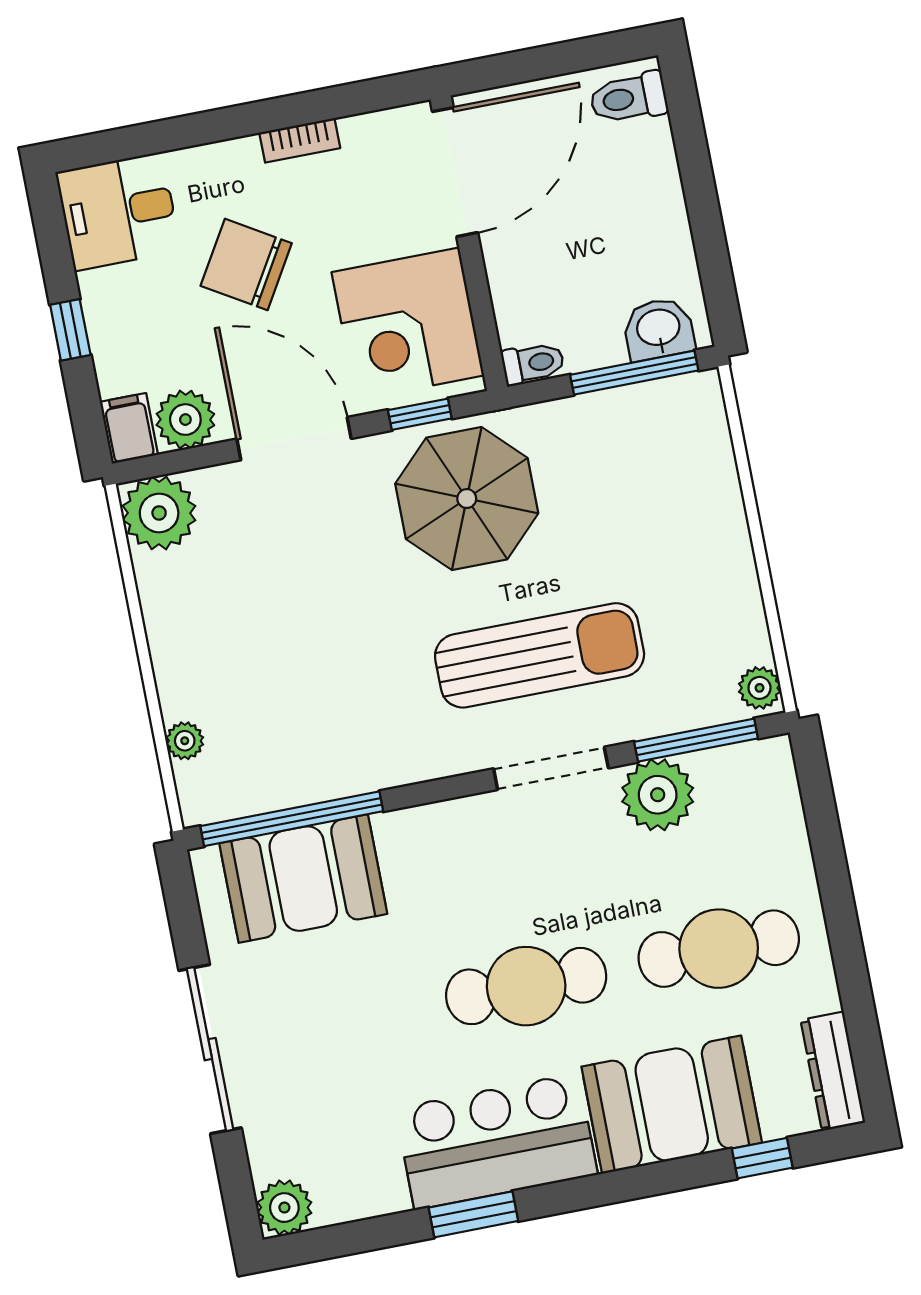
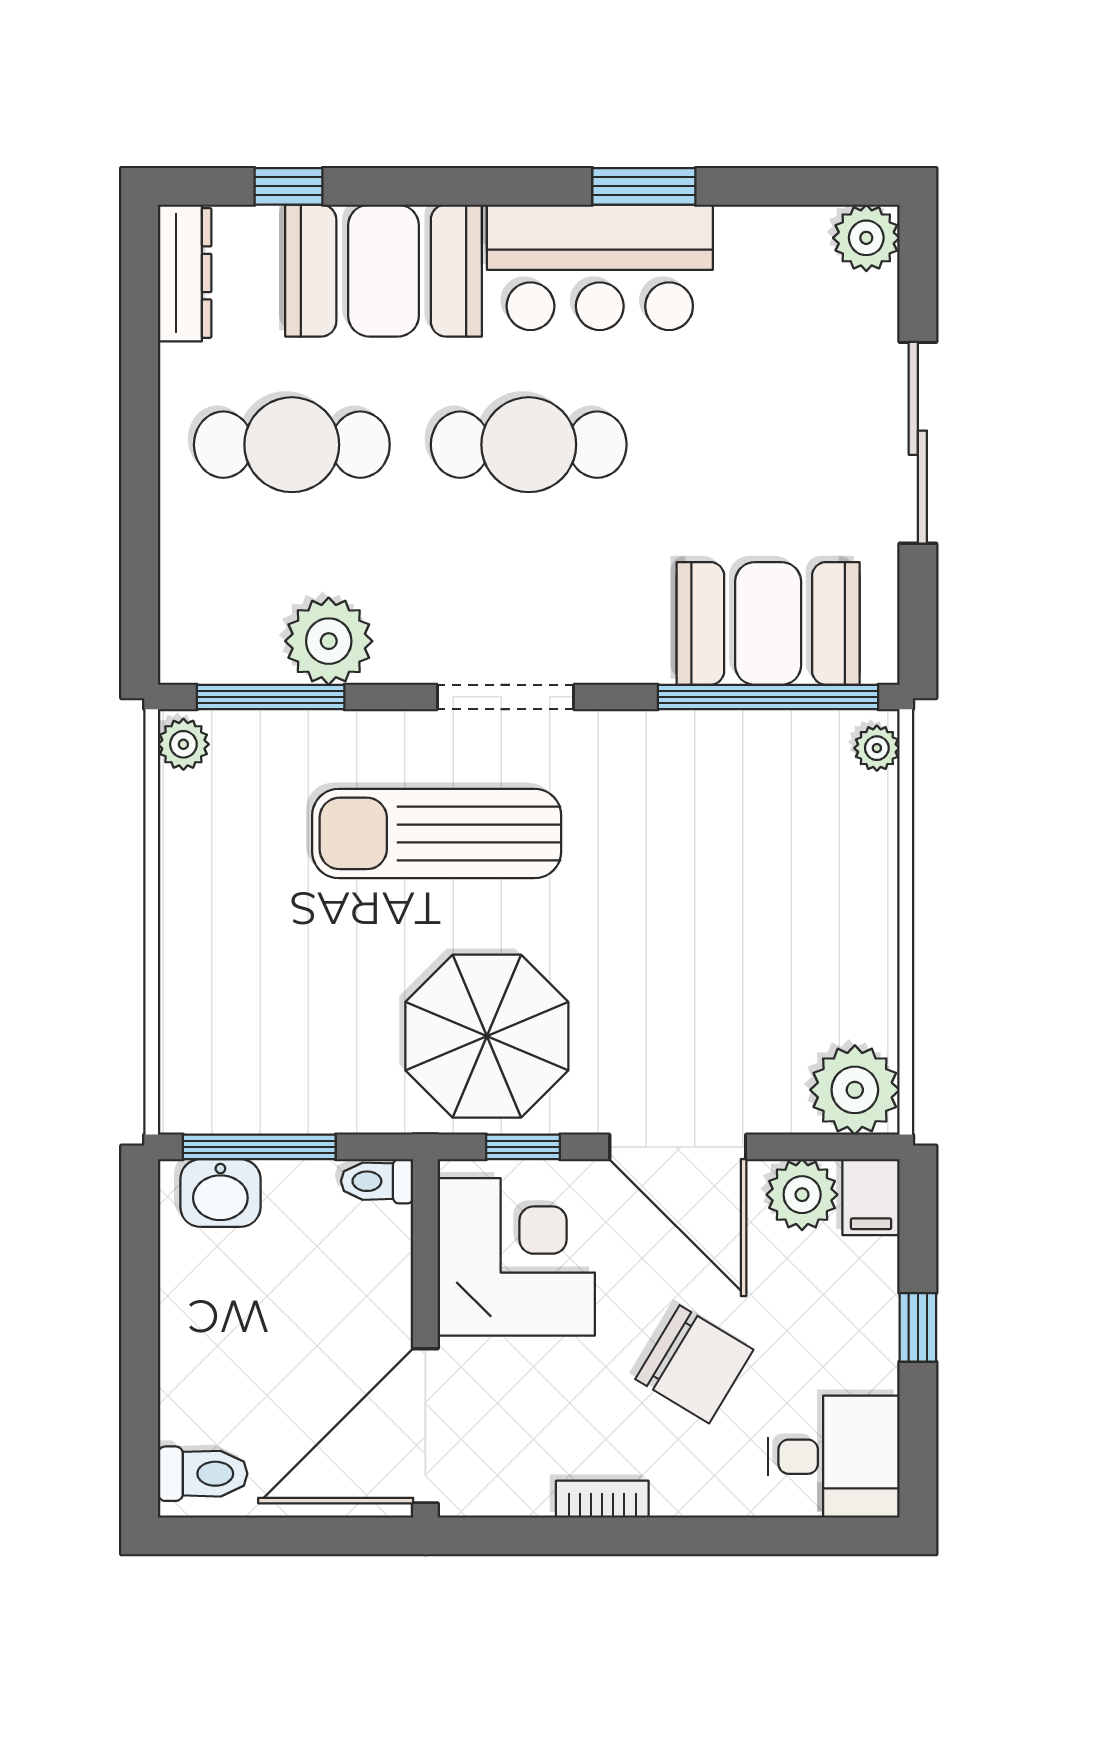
plant: (185, 741) -> (877, 748), moved
doorway: (551, 768) -> (506, 697), moved

